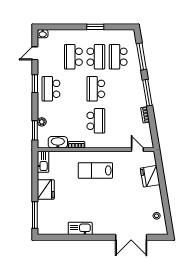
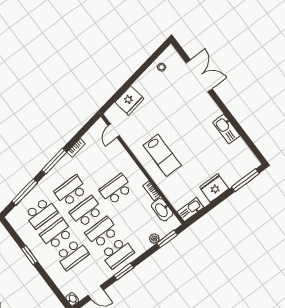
school desk: (73, 89) -> (102, 232), added
school desk: (96, 89) -> (86, 212), turned 180
school desk: (118, 89) -> (71, 191), added

